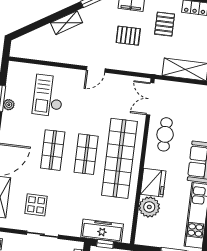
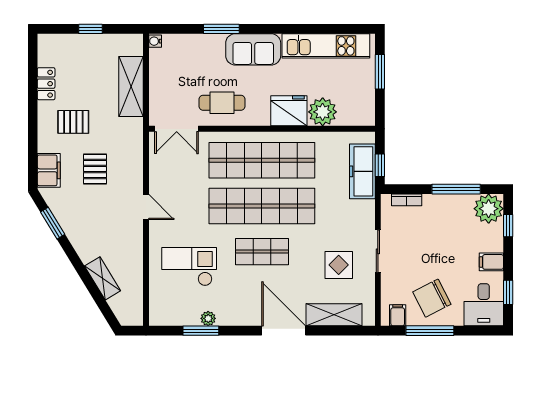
shelving: (67, 23) -> (103, 278), moved
checkout: (48, 95) -> (189, 267), turned 180
shop shelf: (86, 154) -> (262, 206), width x2.00, depth x1.36

